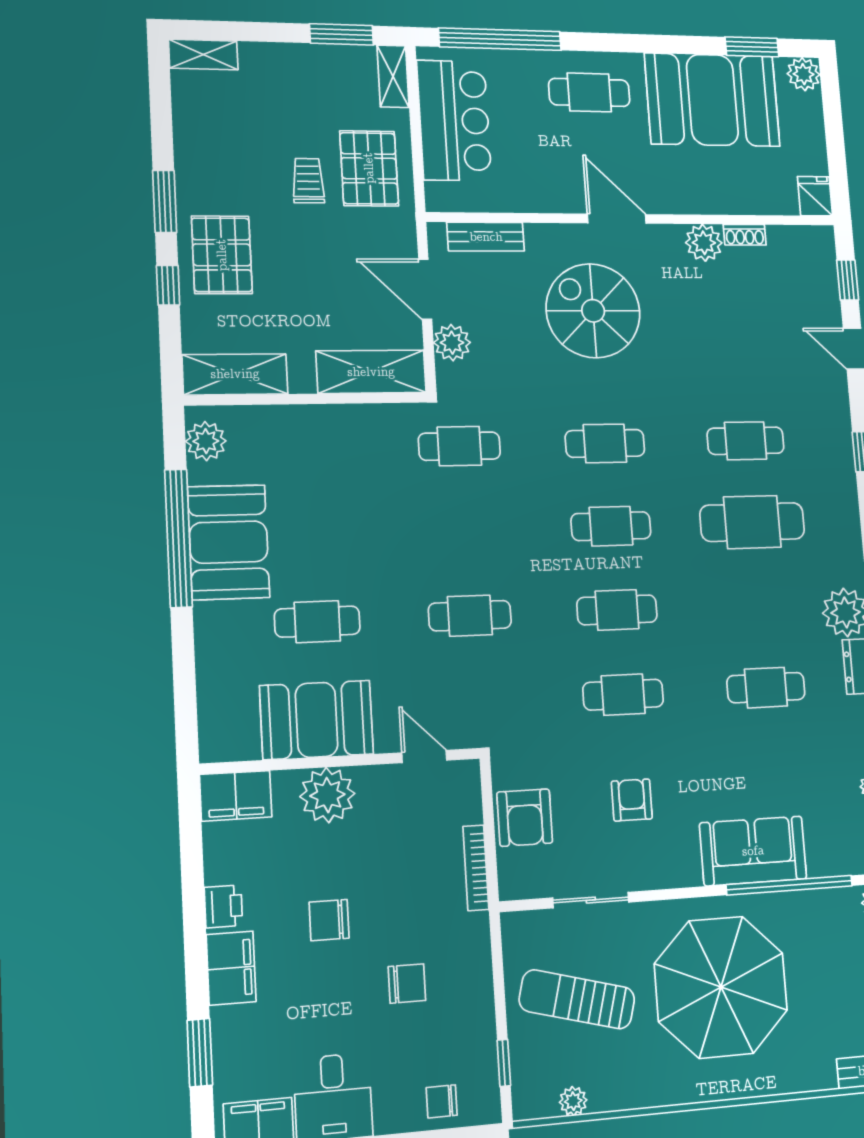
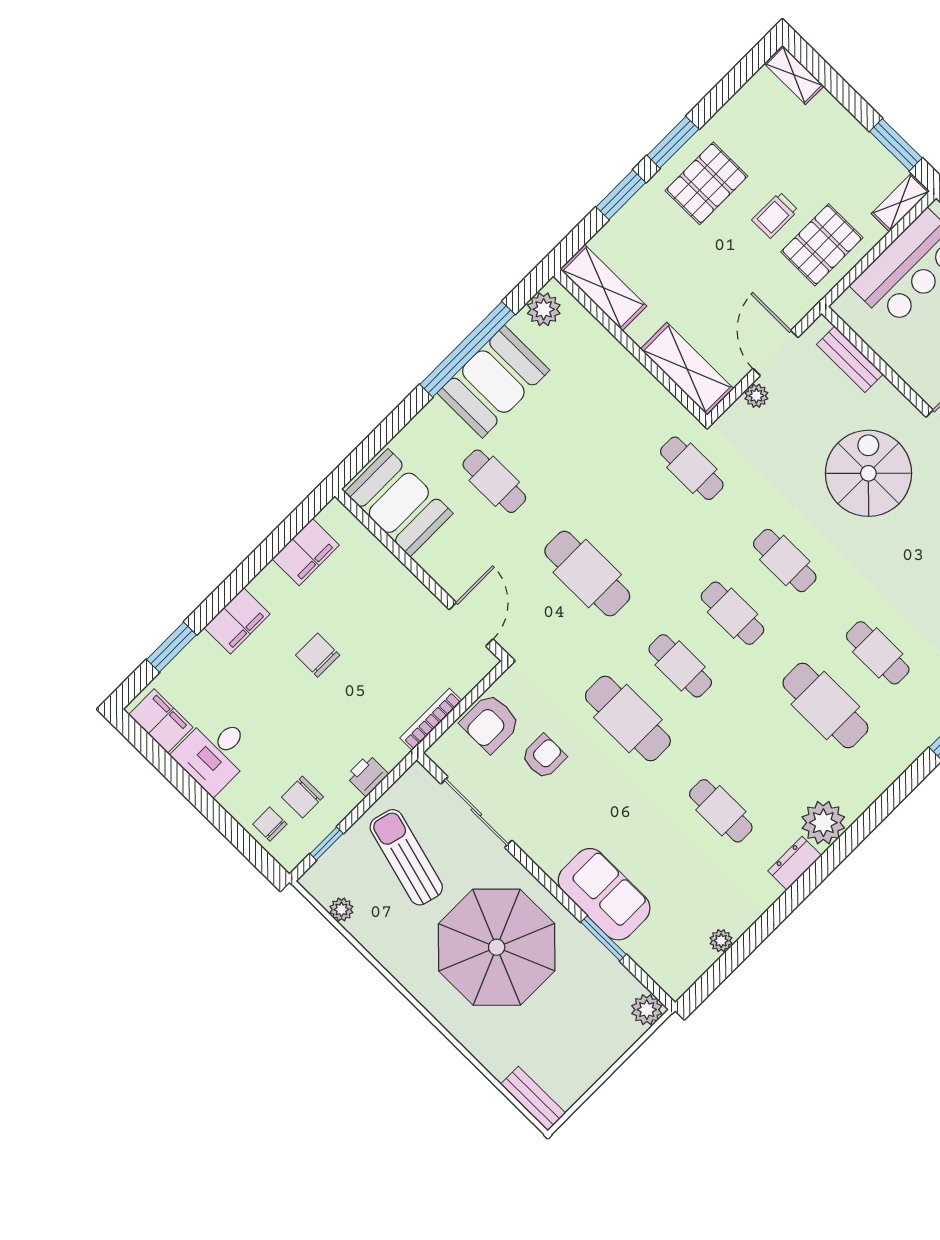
trolley: (308, 181) -> (775, 215), turned 180
pallet: (222, 255) -> (706, 183), moved
window: (168, 285) -> (621, 195), width x1.50
plant: (452, 343) -> (756, 396), width x0.73, depth x0.73
cafe table: (470, 616) -> (587, 574), width x1.37, depth x1.35
cafe table: (623, 695) -> (628, 718), width x1.37, depth x1.35
booth: (317, 720) -> (399, 503), moved
door: (424, 756) -> (471, 624), width x1.38
plant: (327, 795) -> (393, 585), removed
filing cabinet: (236, 796) -> (306, 552), moved, turned -90
armchair: (632, 800) -> (544, 757), moved
window: (790, 885) -> (604, 938), width x0.47
sliding door: (591, 900) -> (476, 812), width x1.37
printer: (223, 906) -> (367, 775), moved, turned 180
chair: (407, 984) -> (302, 797), moved, turned 90

